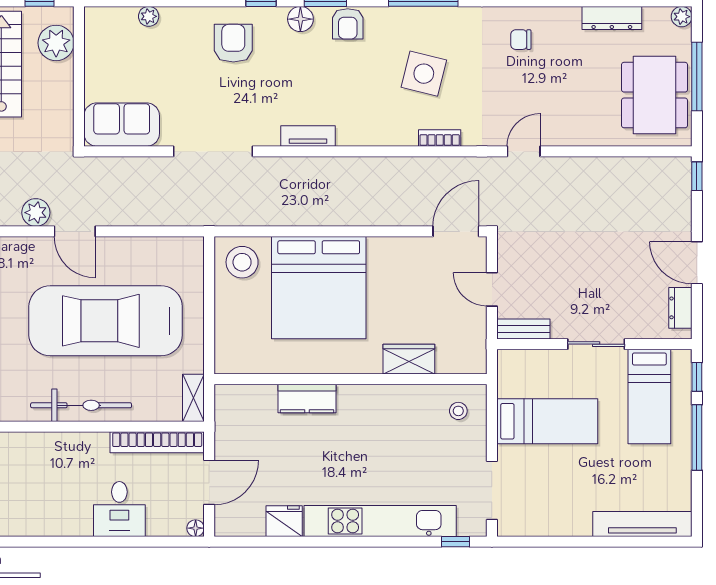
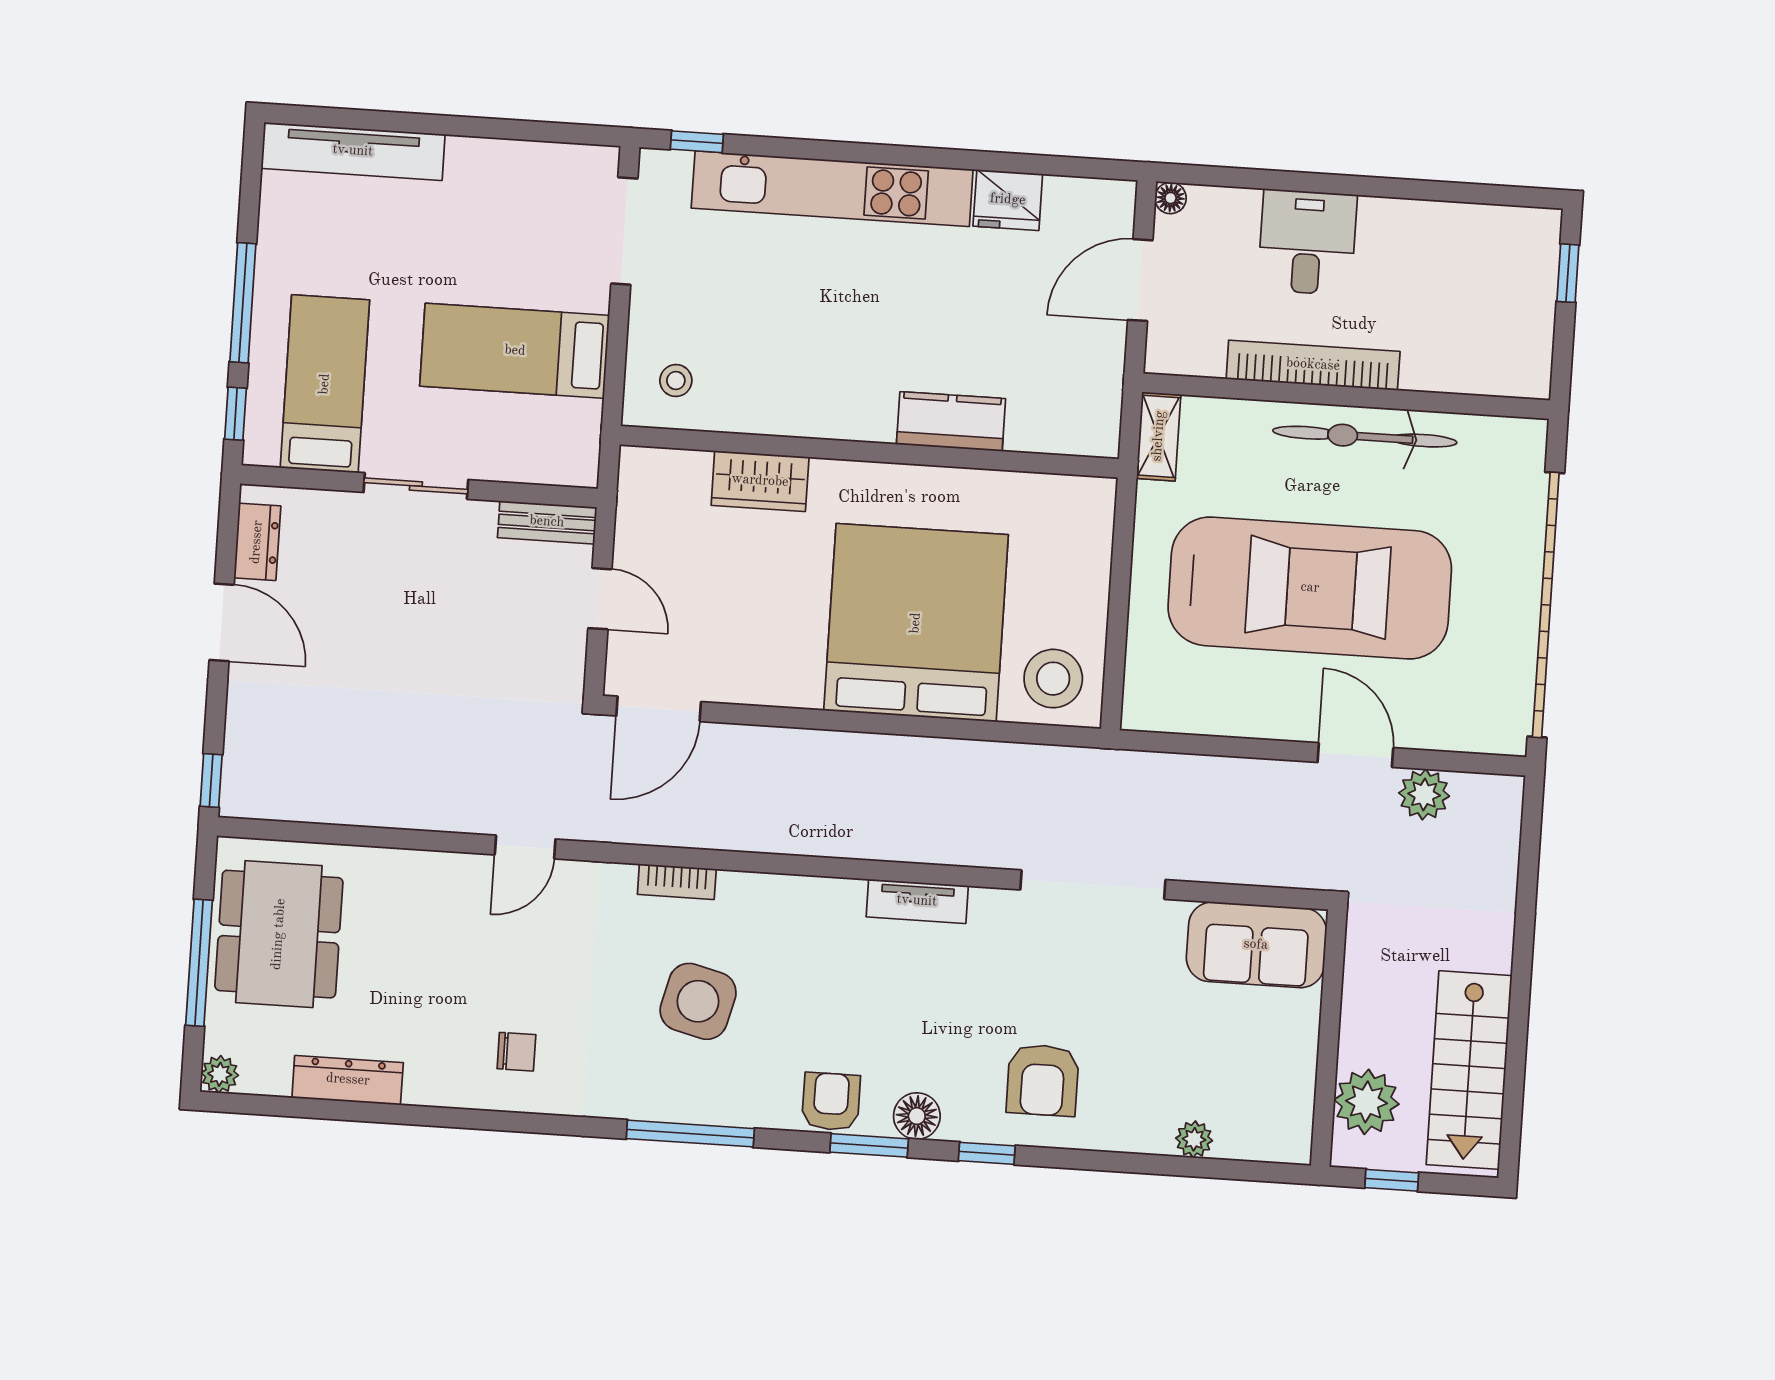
bookcase: (157, 442) -> (1313, 365), moved

